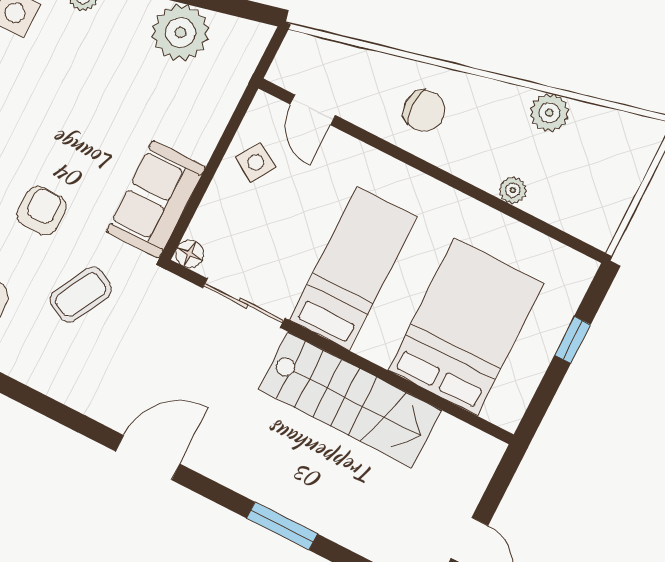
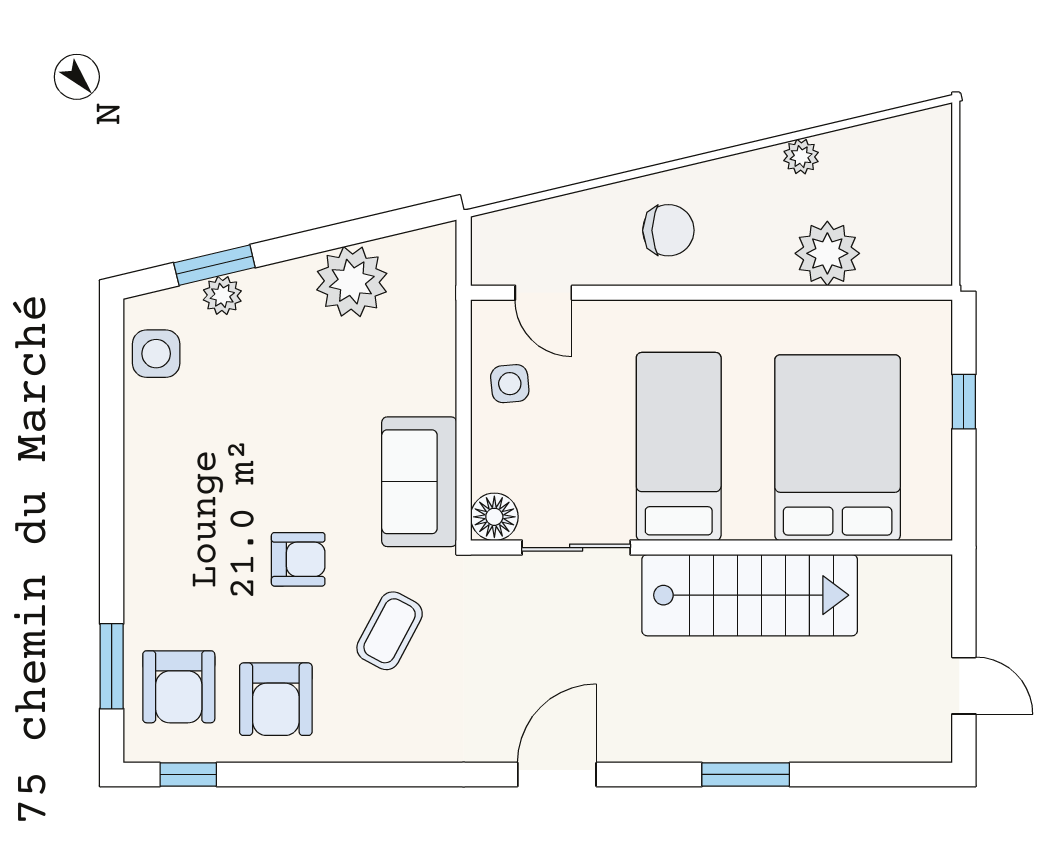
plant: (549, 113) -> (801, 157), width x0.73, depth x0.73
side table: (256, 162) -> (510, 384), turned -37
plant: (513, 190) -> (827, 253), width x1.88, depth x1.88
armchair: (42, 211) -> (298, 559), turned 90
floor lamp: (190, 254) -> (494, 517), width x1.37, depth x1.37

